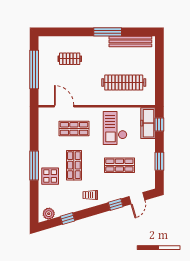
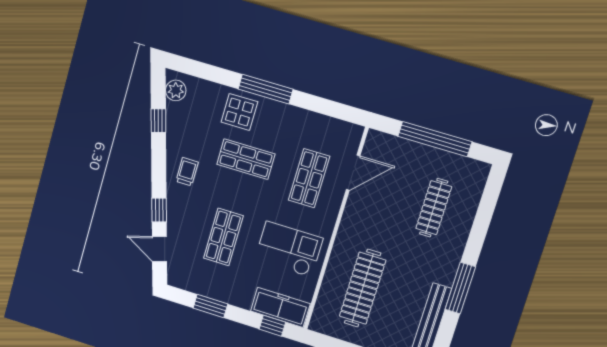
clothes rail: (70, 59) -> (434, 208), width x1.36

